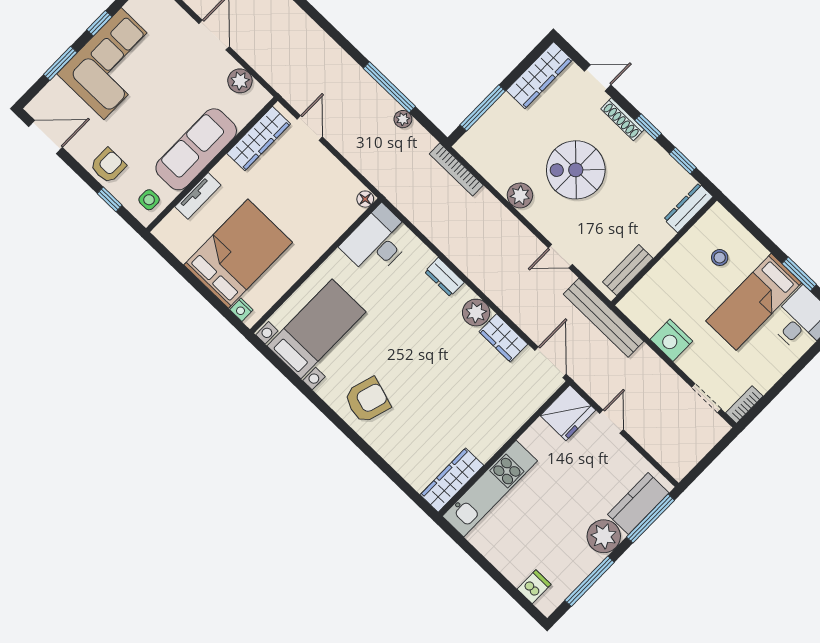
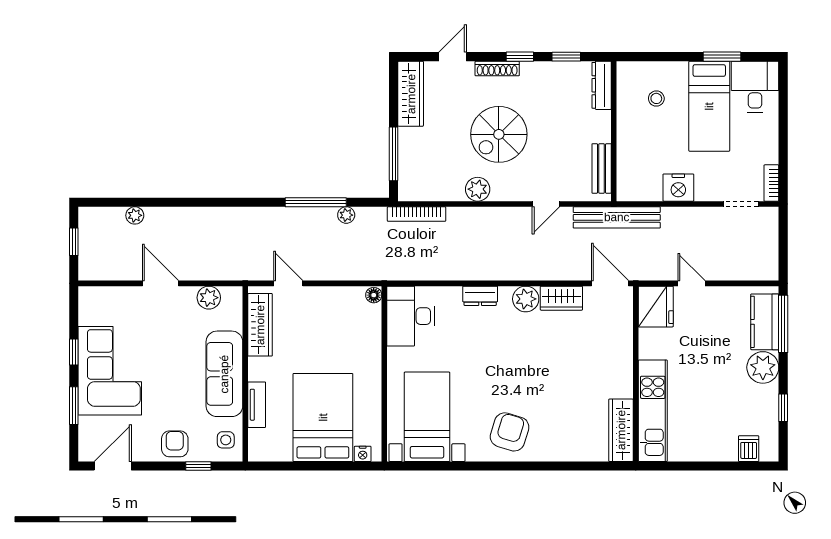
window: (590, 581) -> (783, 408), width x0.46

